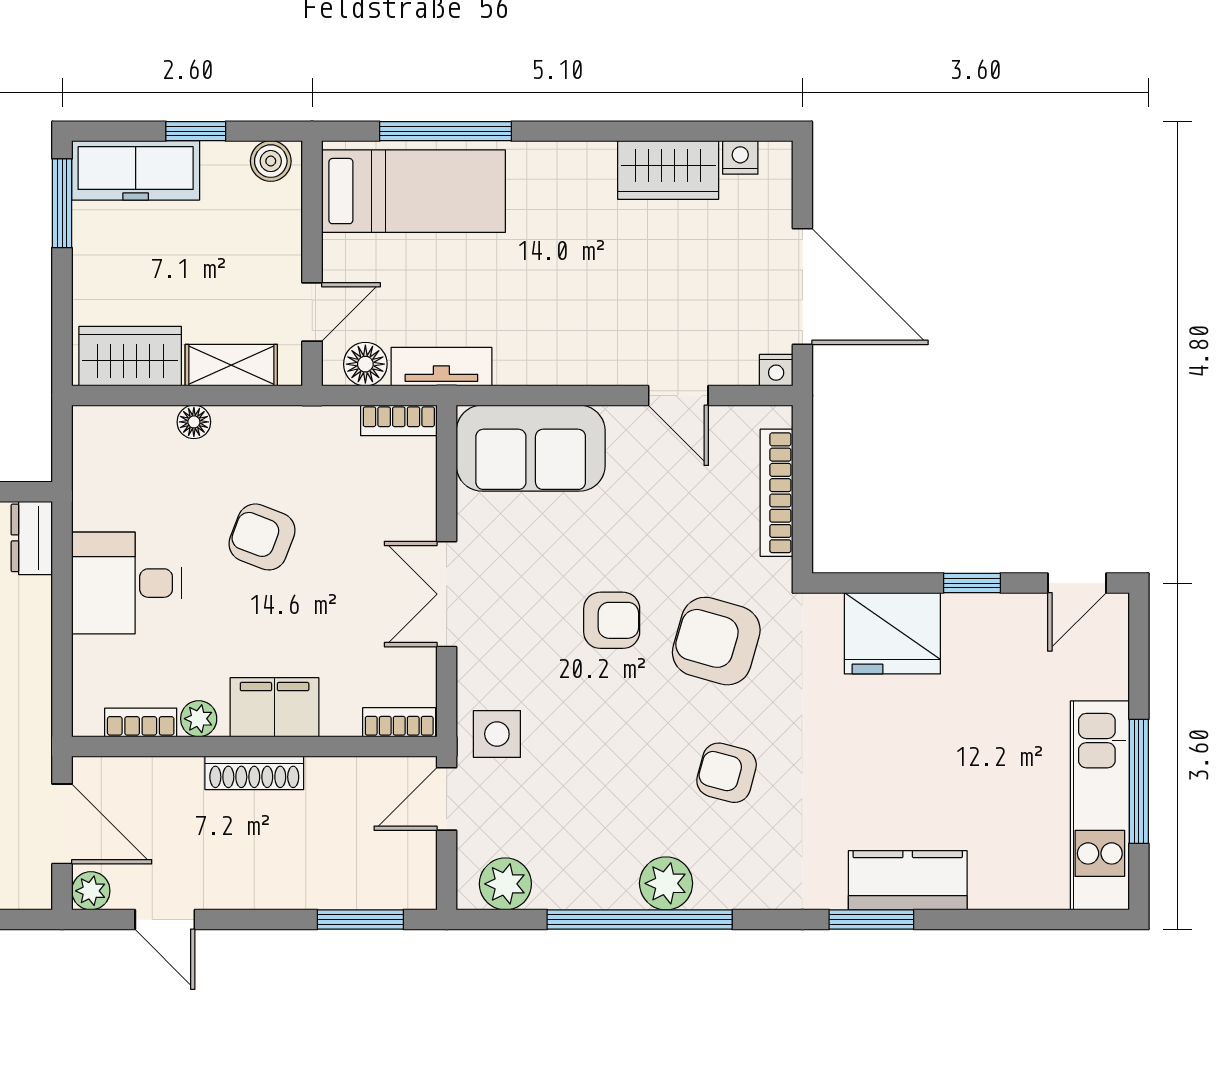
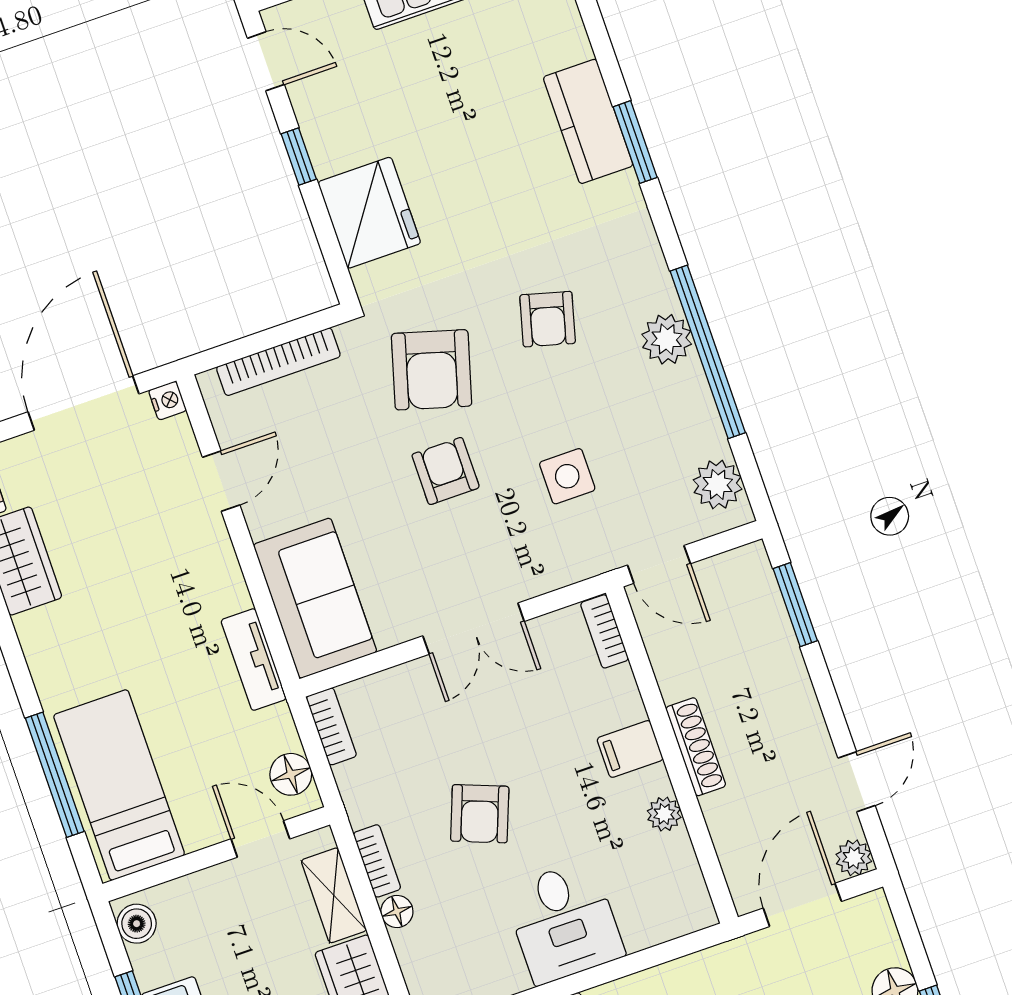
tv unit: (441, 367) -> (254, 660), moved
filing cabinet: (275, 707) -> (630, 749), width x0.50
bookcase: (141, 722) -> (377, 861), moved, turned 180
side table: (497, 734) -> (567, 476), moved

